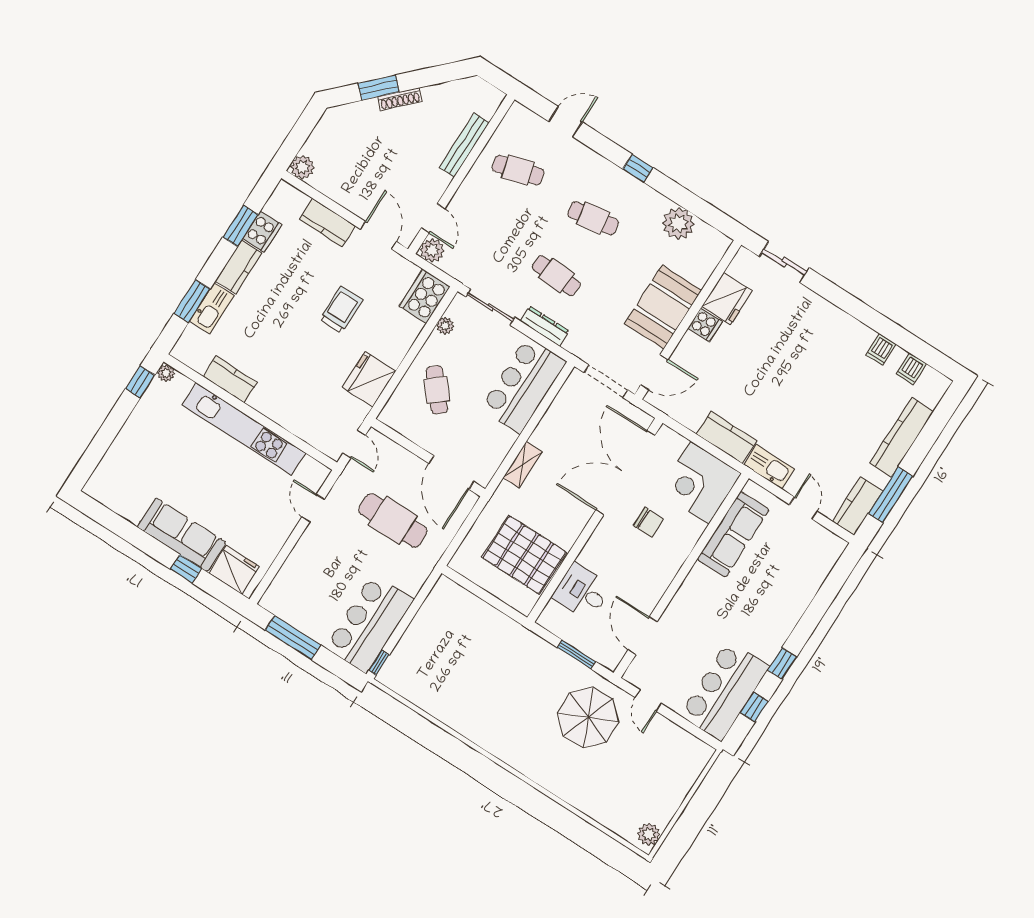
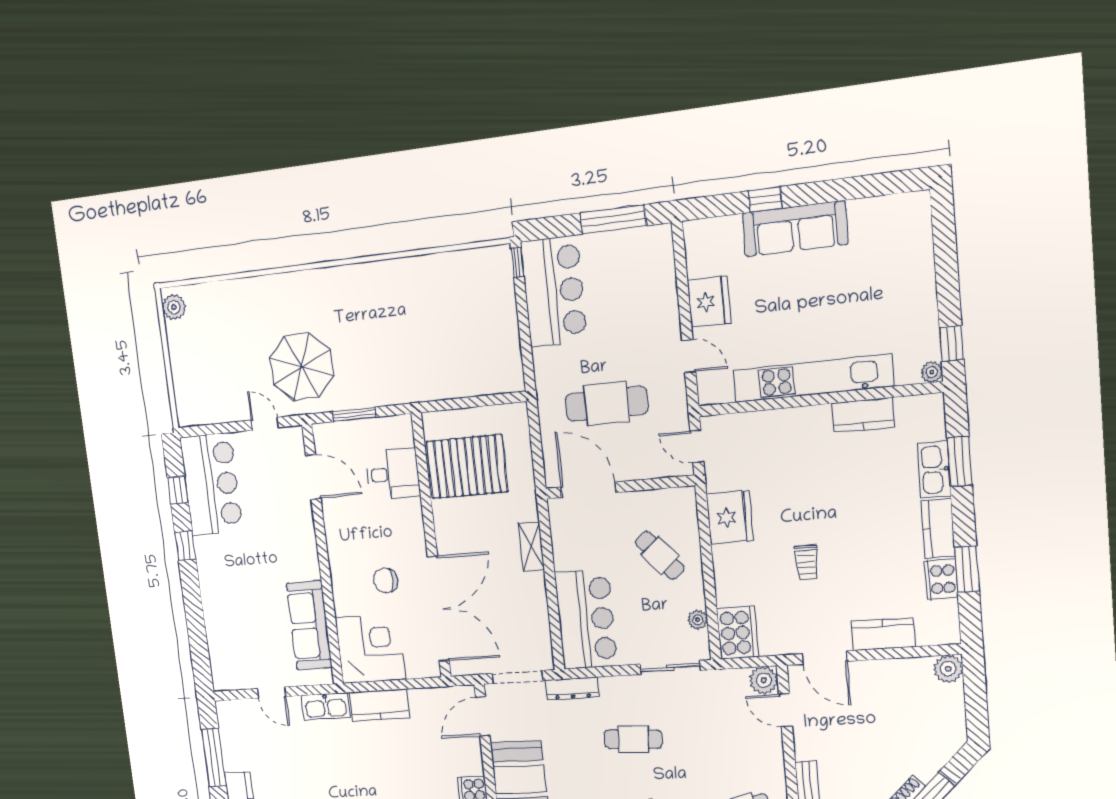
trolley: (341, 310) -> (807, 562), width x0.73, depth x0.72
dresser: (545, 326) -> (572, 689), moved
kitchen counter: (858, 506) -> (231, 728), removed
fridge: (234, 570) -> (709, 302), moved, turned -90

